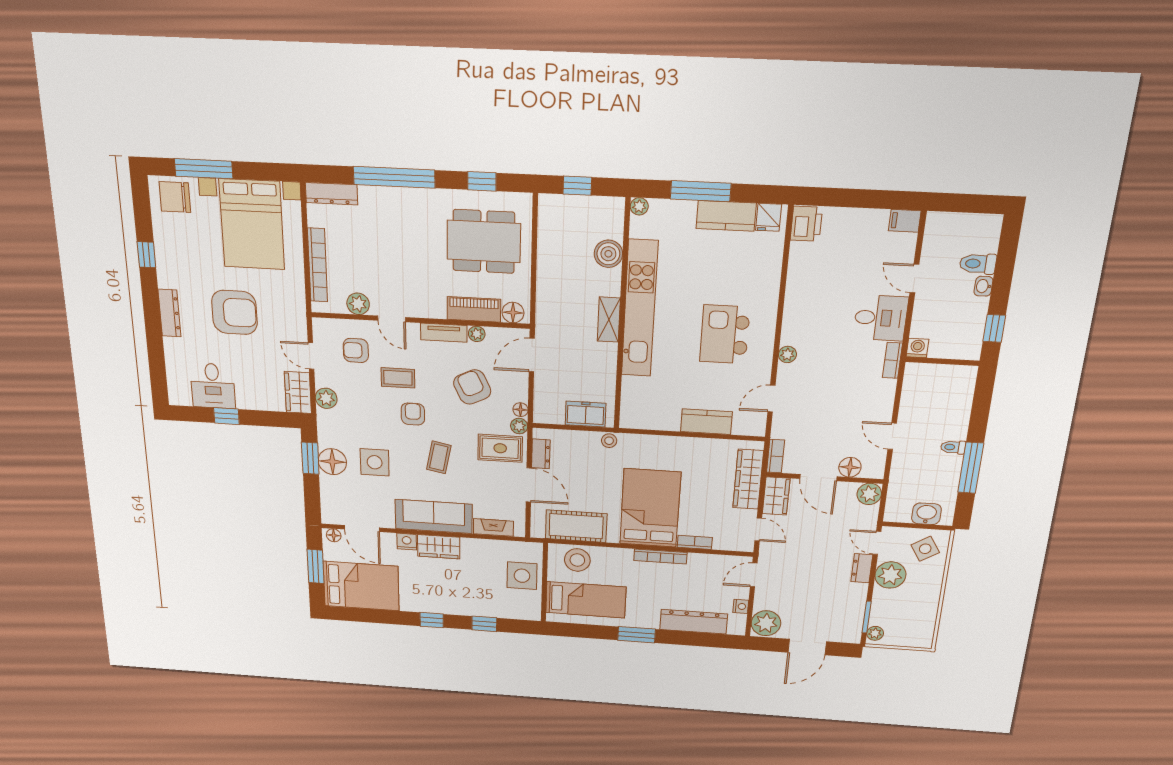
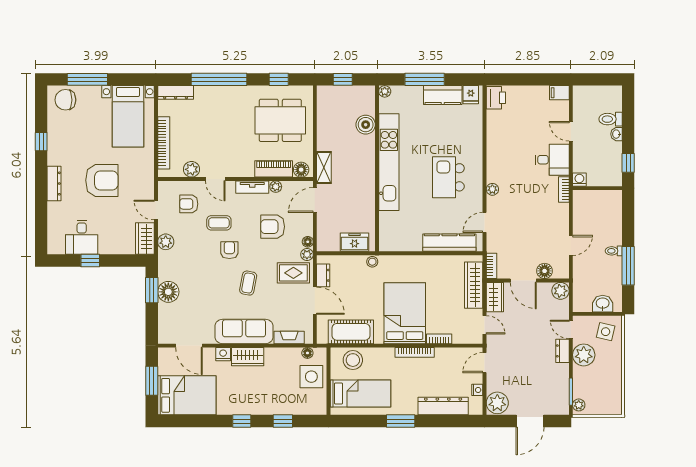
bed with nightstands: (252, 224) -> (128, 116), width x0.73
shelving: (609, 320) -> (324, 168), moved
armchair: (472, 387) -> (273, 227), turned -64
kitchen counter: (706, 422) -> (449, 243), width x1.50
door: (892, 436) -> (571, 245), swing flipped
side table: (375, 462) -> (200, 290), removed
floor lamp: (334, 535) -> (307, 353), moved
side table: (925, 549) -> (606, 332), turned 45

